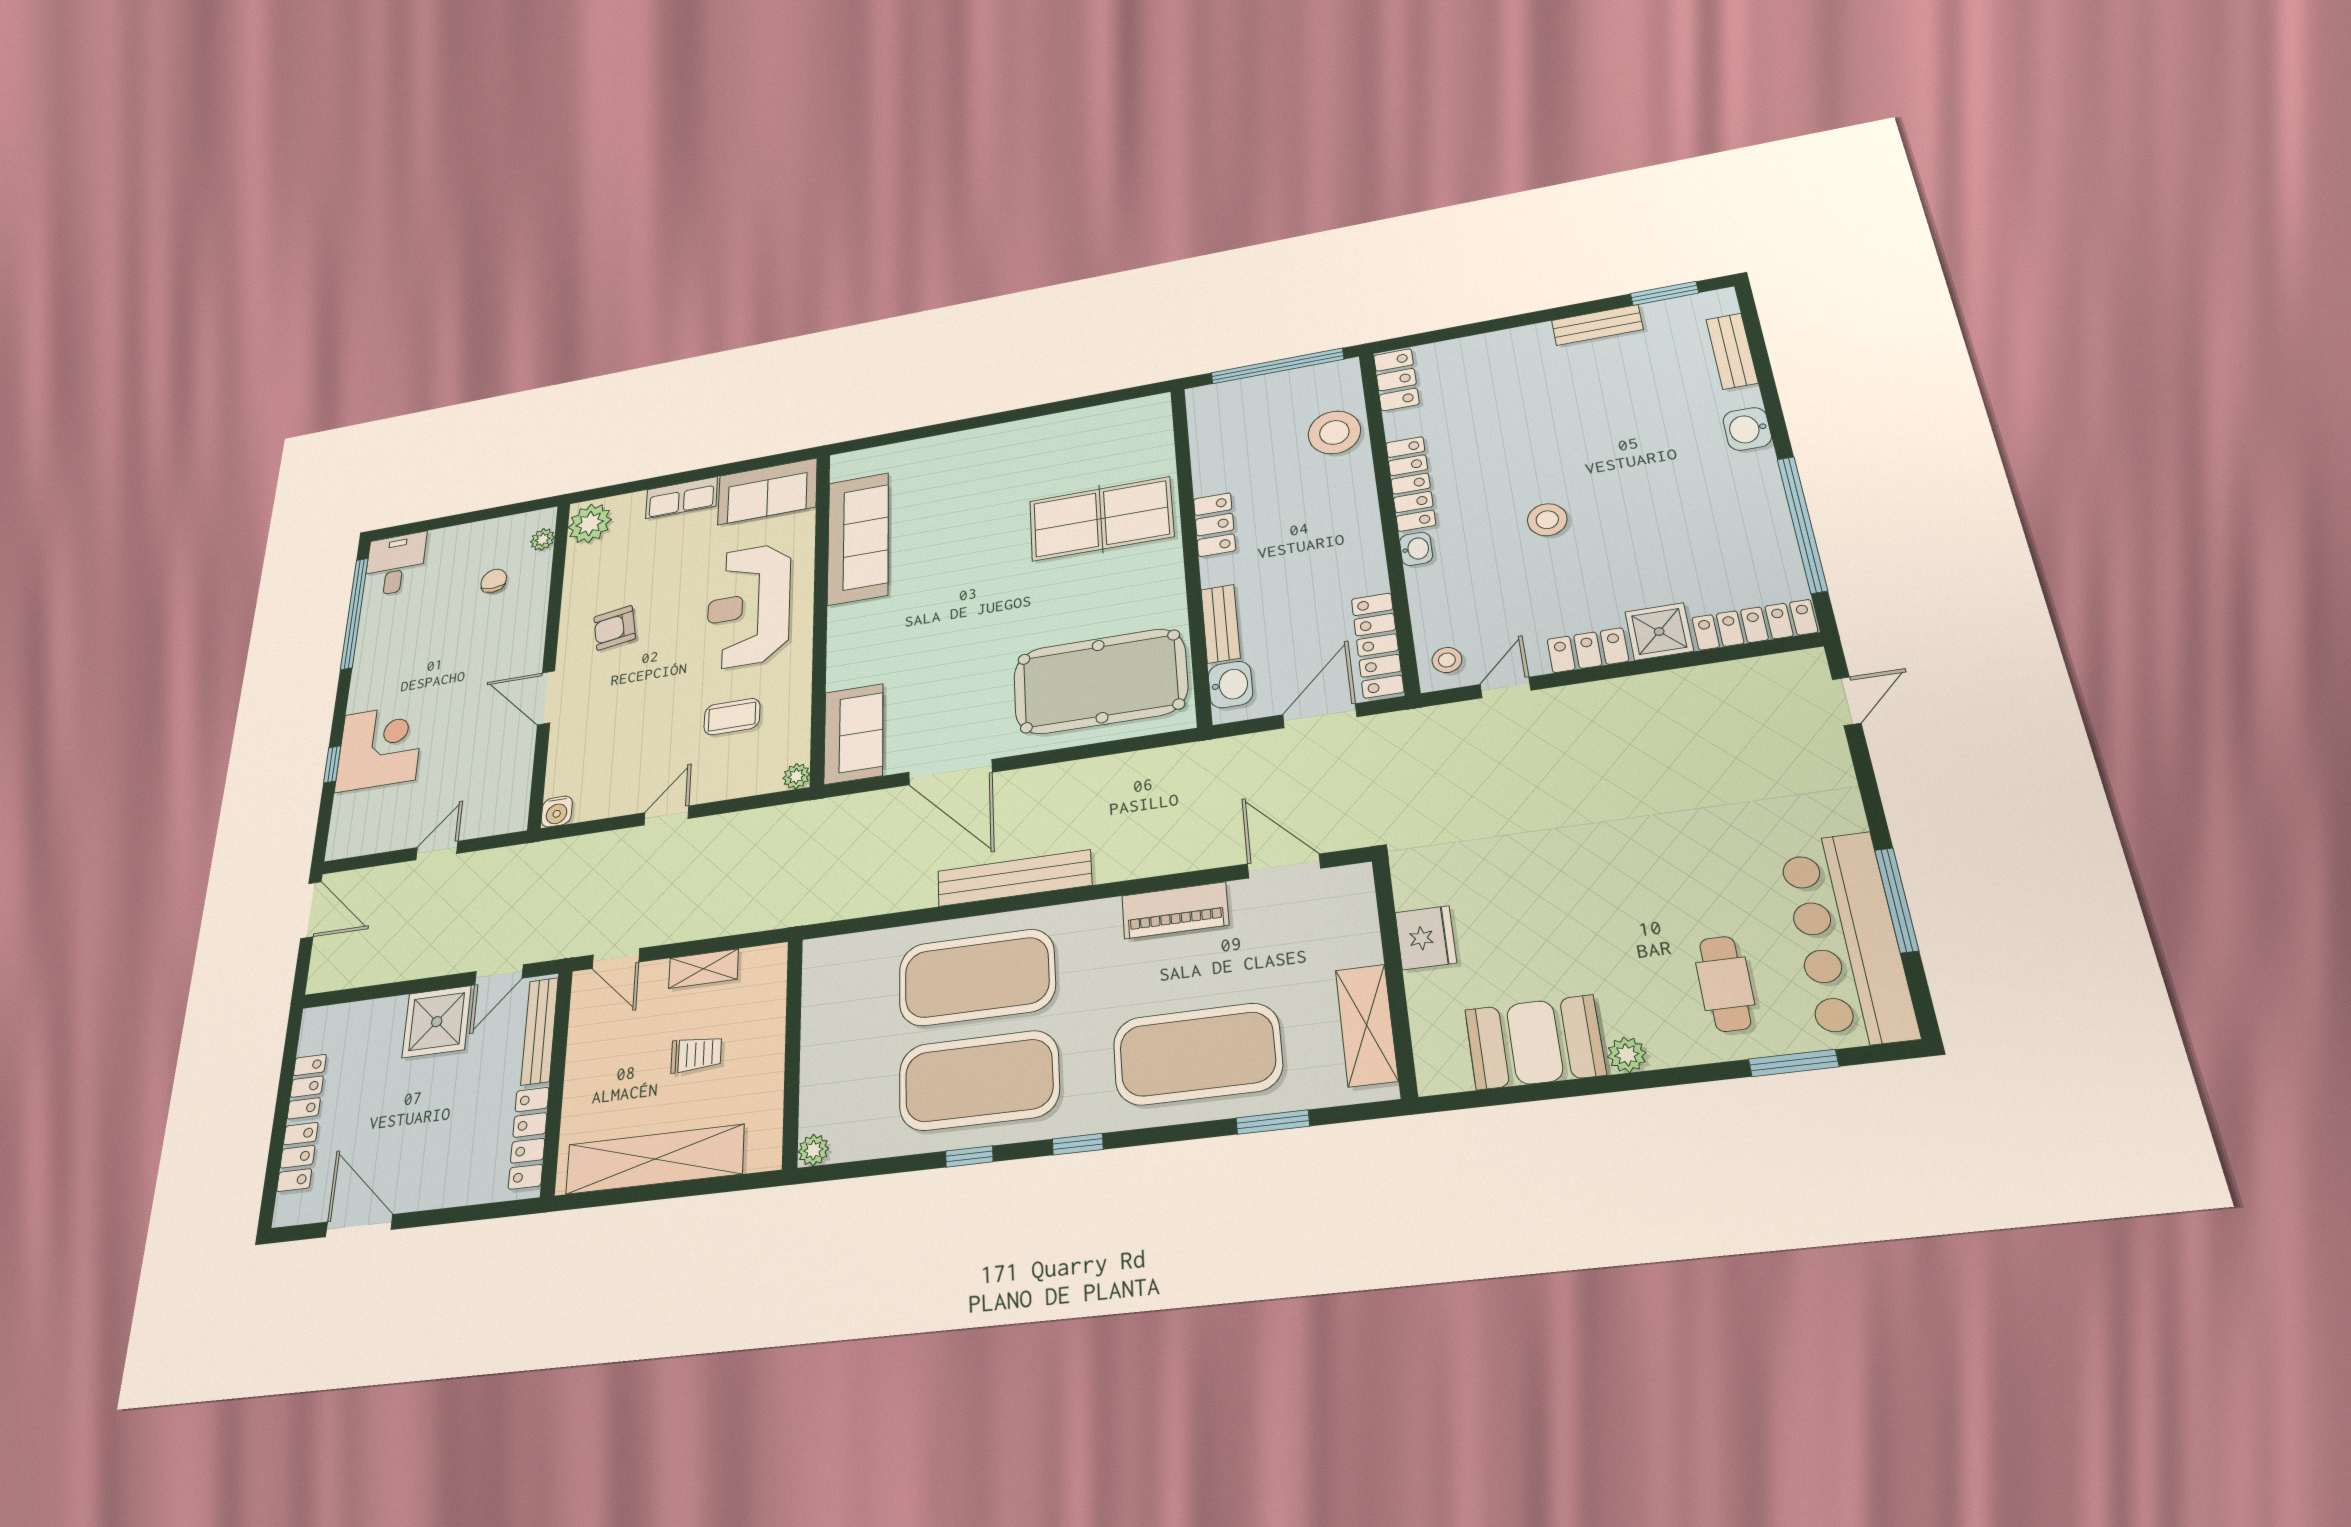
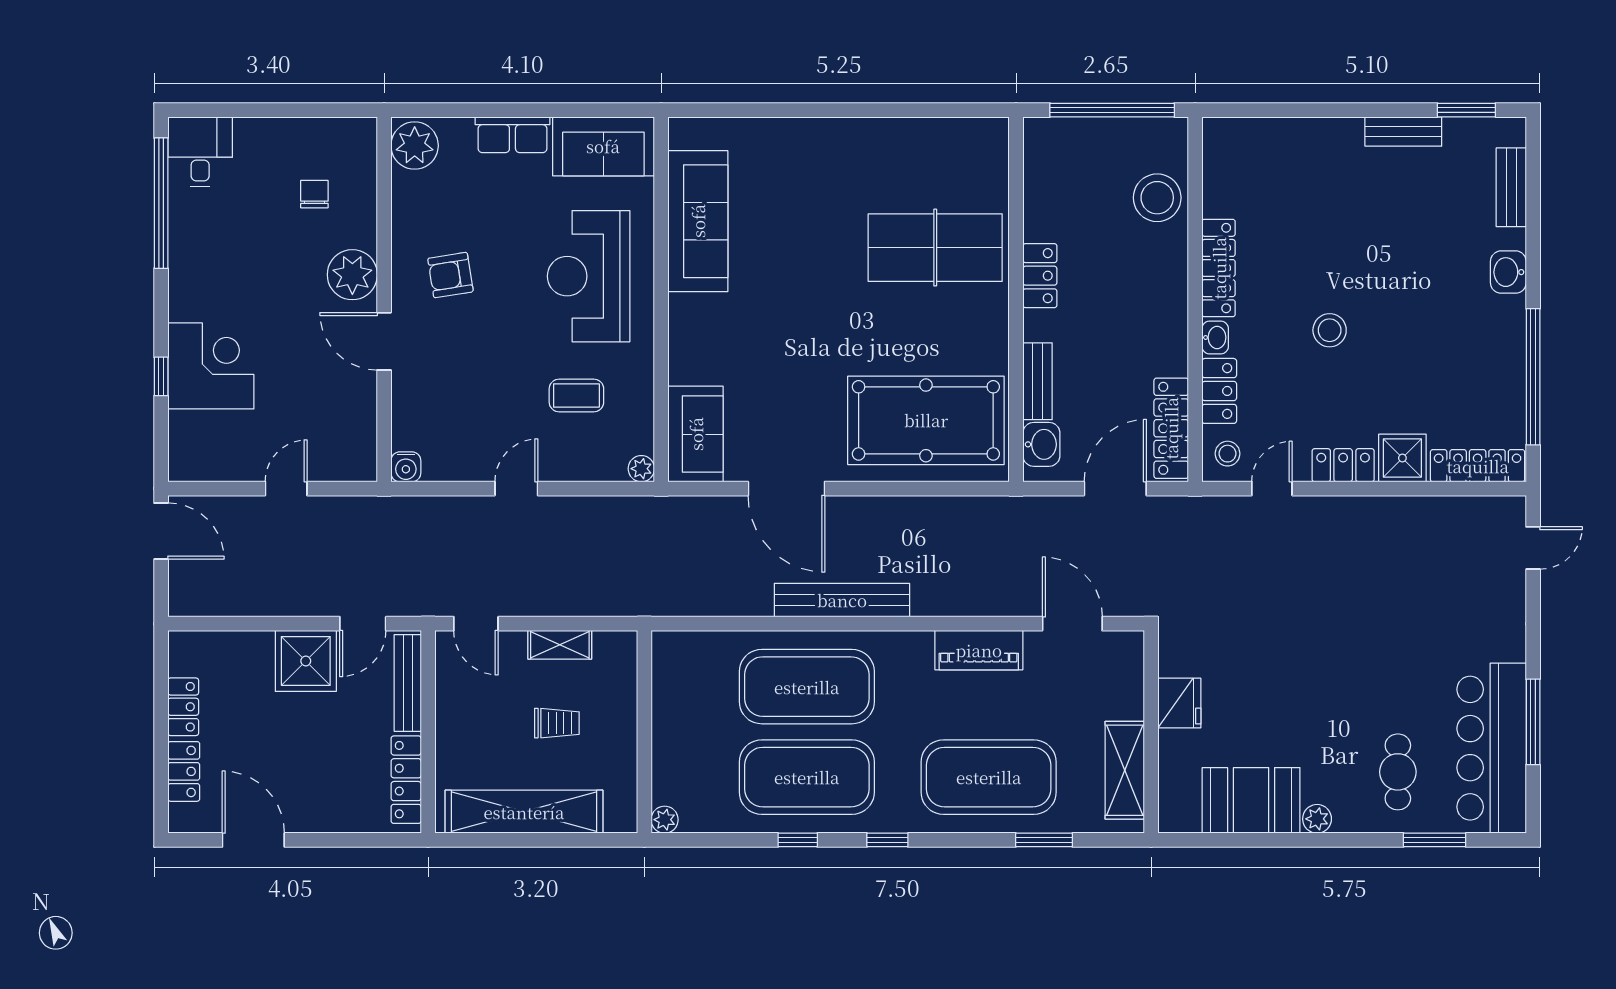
locker: (1396, 380) -> (1219, 391), moved
plant: (543, 540) -> (352, 275), moved, width x1.88, depth x1.88

